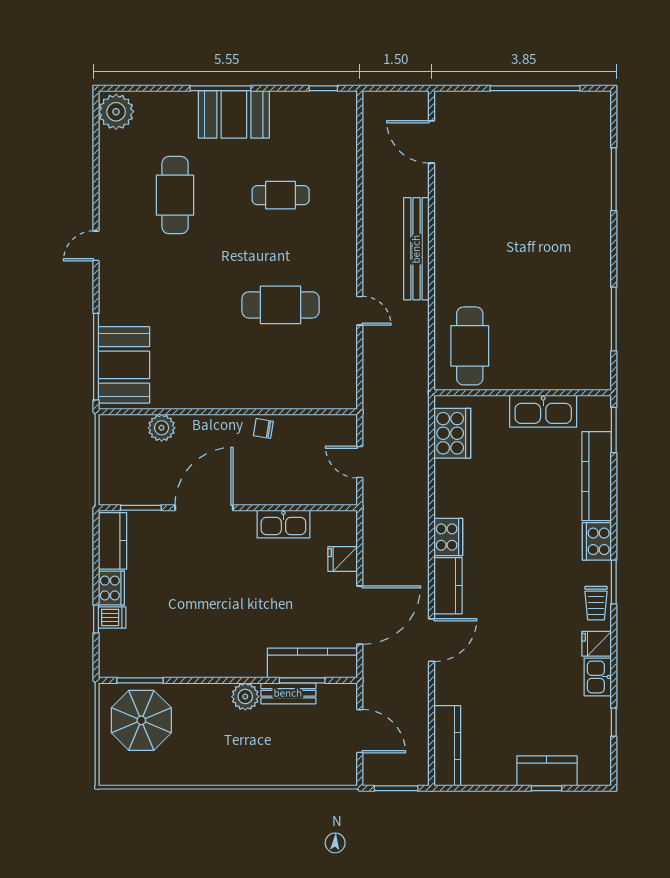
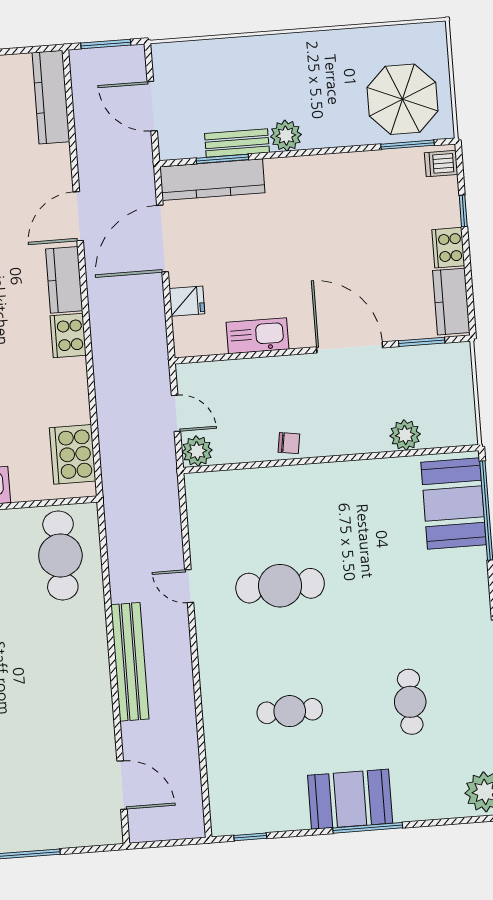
cafe table: (175, 195) -> (410, 702), width x0.73, depth x0.74
plant: (344, 428) -> (197, 451), added
door: (204, 508) -> (350, 347), swing flipped
dishwasher: (112, 617) -> (441, 164), moved

